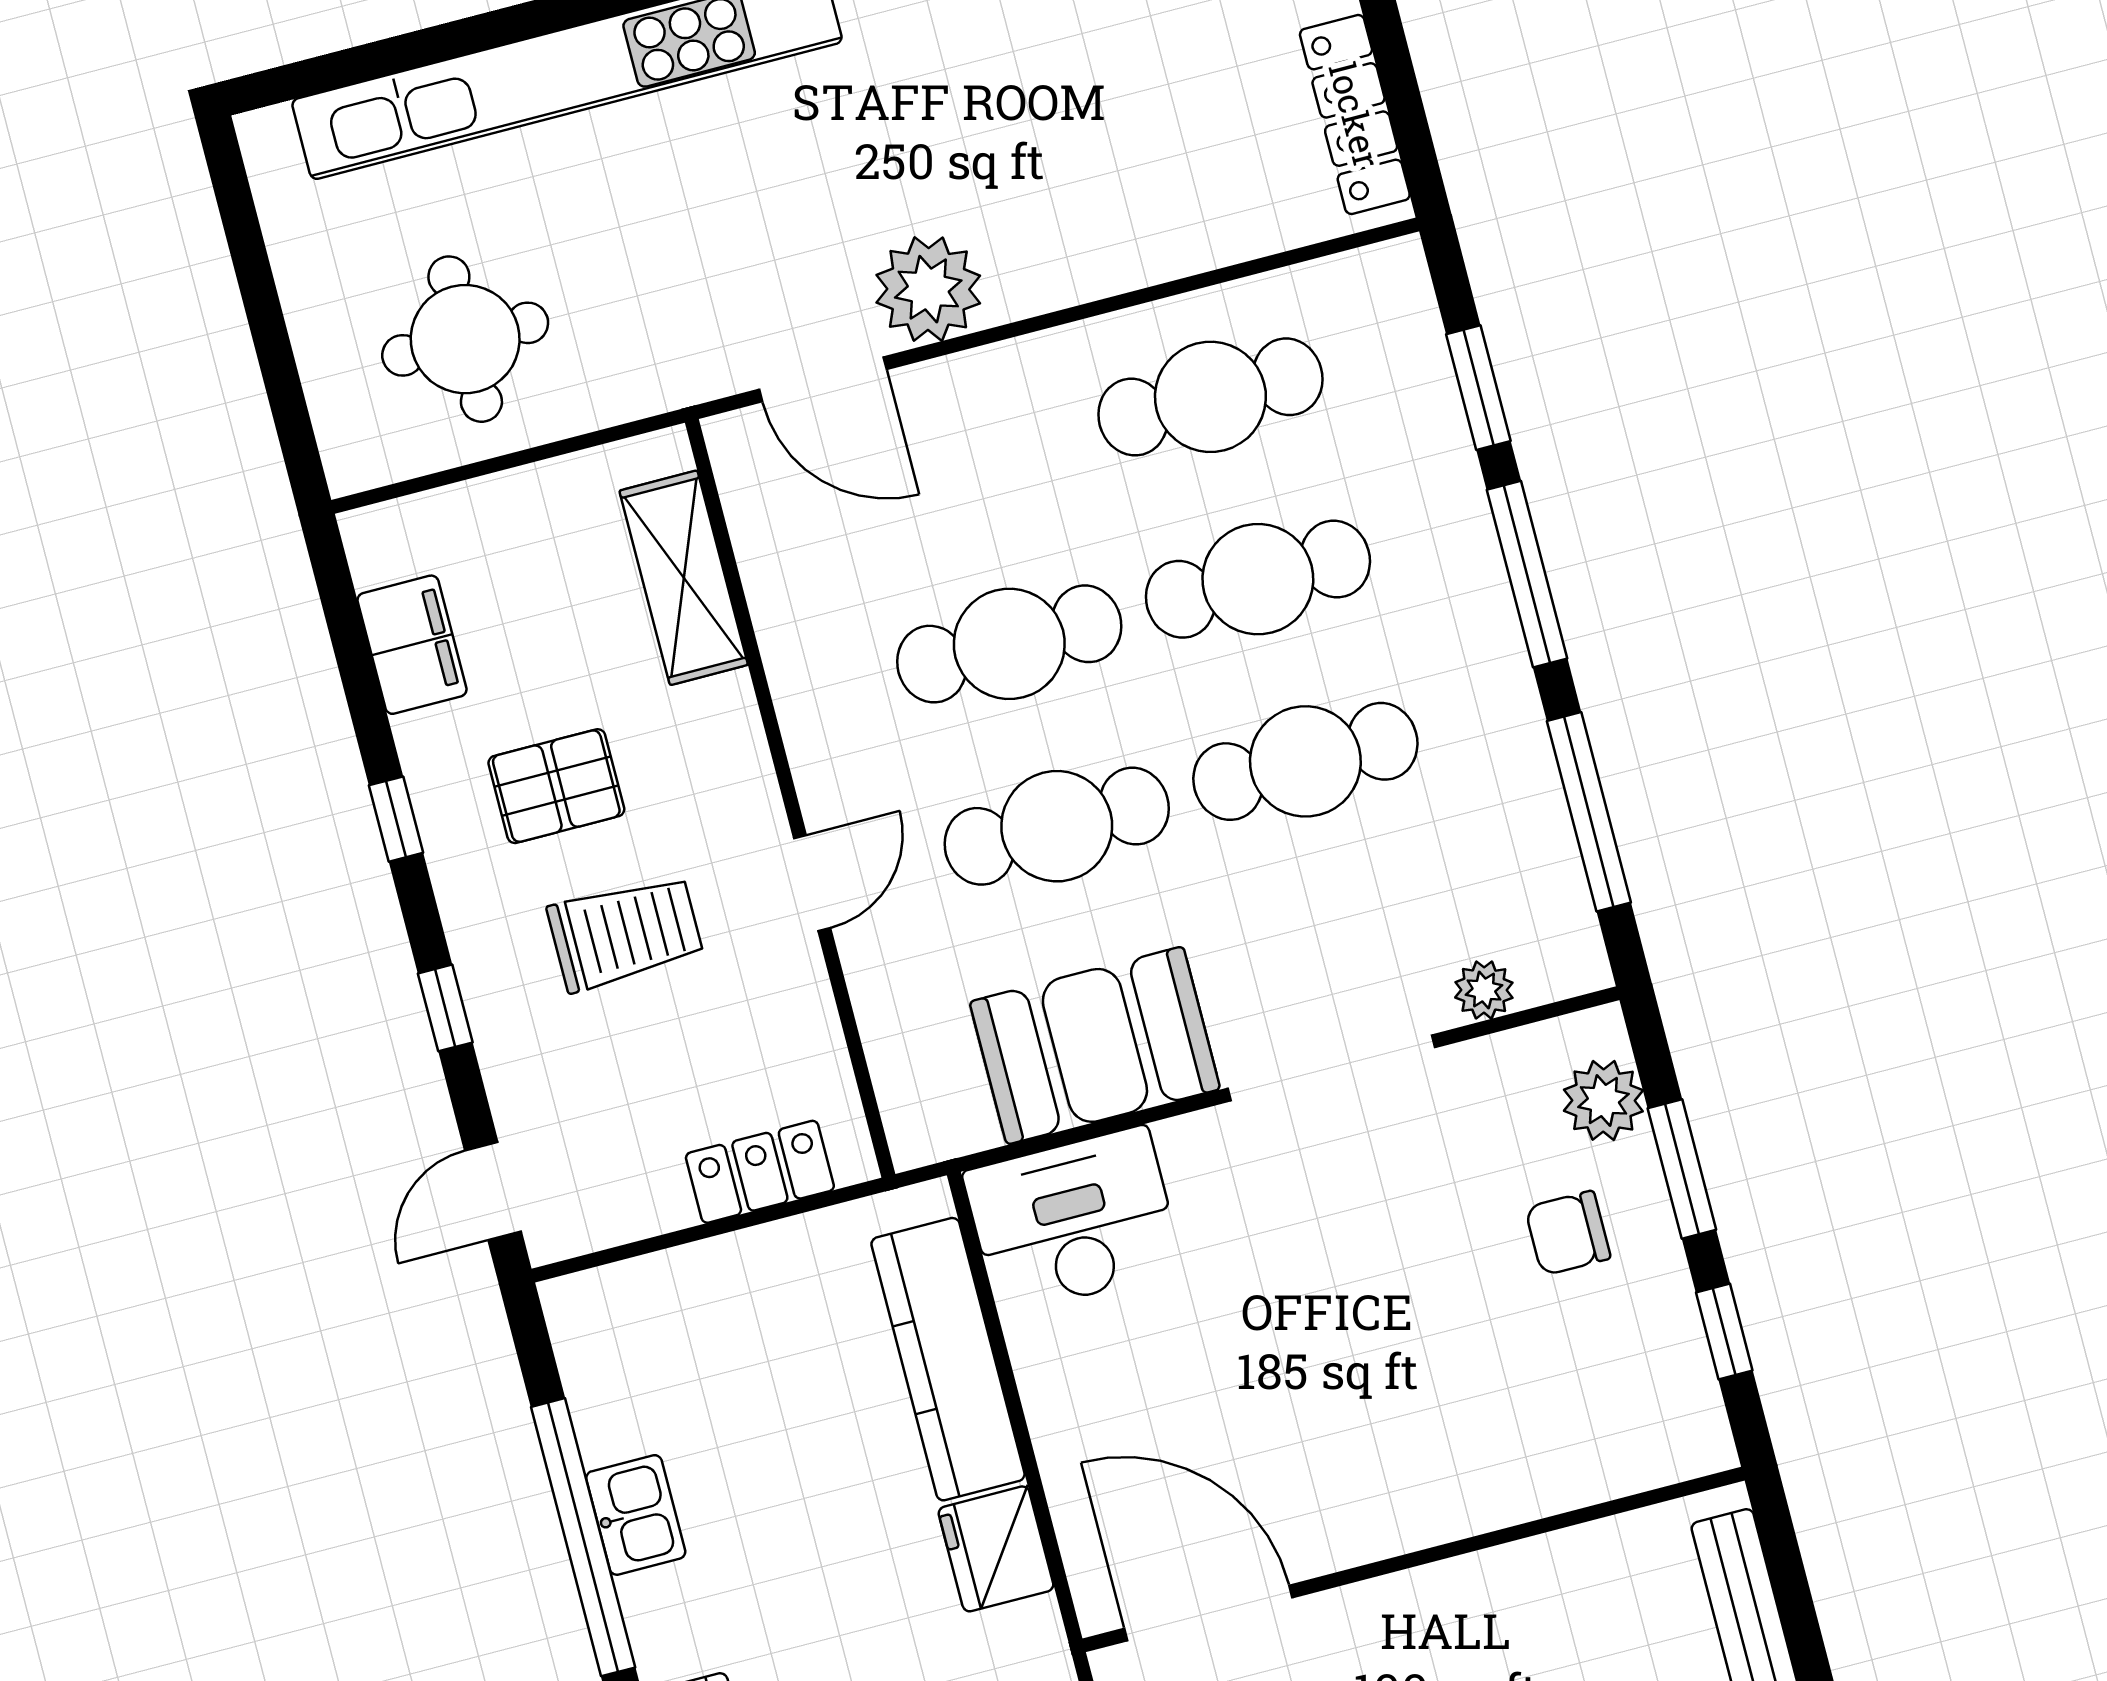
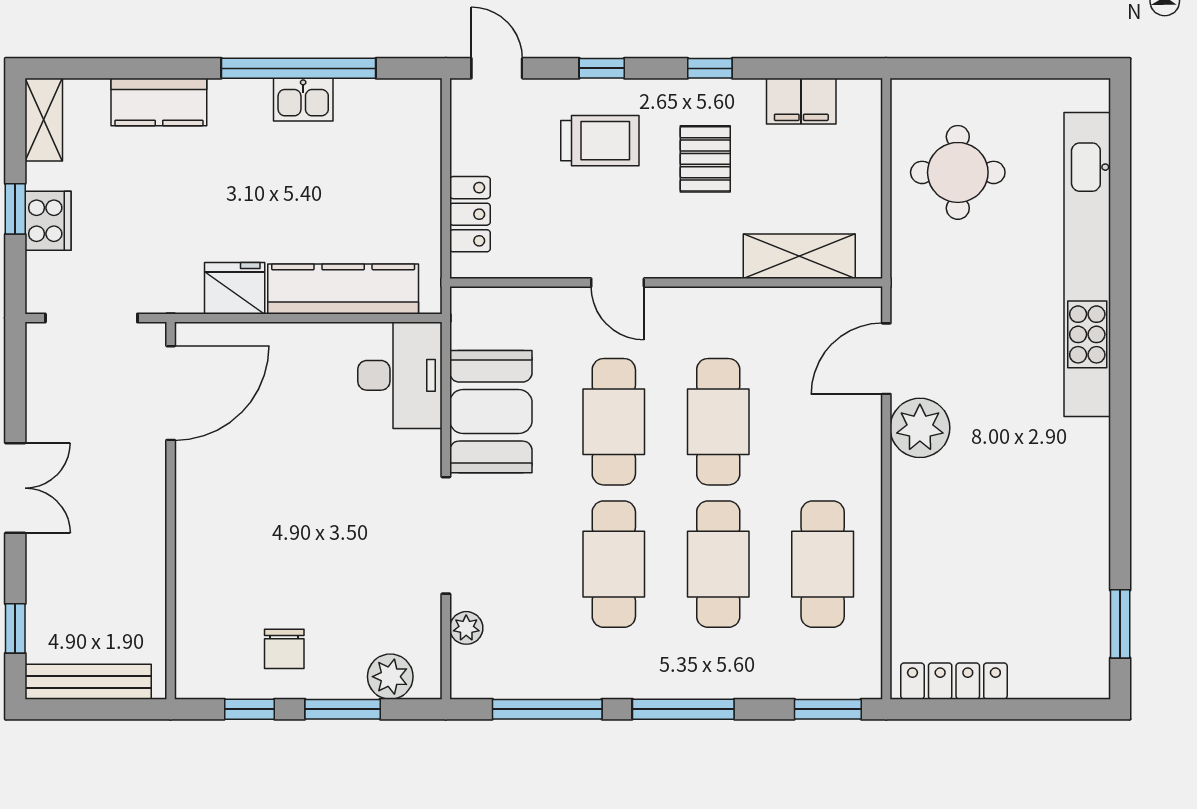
window: (1478, 388) -> (828, 709), moved
trolley: (625, 933) -> (600, 141), moved, turned -90
chair: (1568, 1233) -> (284, 649), moved, turned 180

